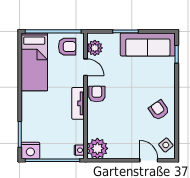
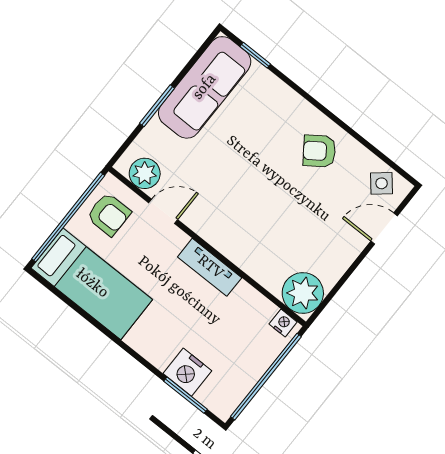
armchair: (67, 47) -> (109, 214), turned 90
armchair: (97, 94) -> (218, 227), removed
nightstand: (30, 151) -> (187, 372), moved, turned 90

